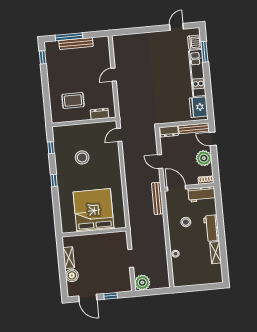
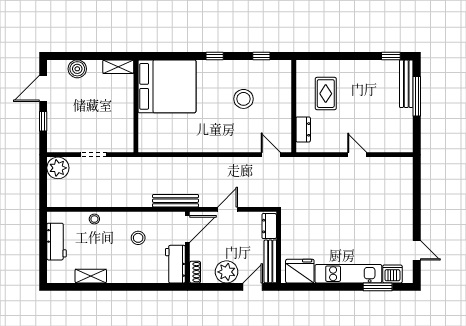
bench: (76, 43) -> (406, 84), moved
bed: (94, 210) -> (167, 86), moved
workbench: (211, 228) -> (57, 242), moved, turned 90
shelving: (69, 258) -> (118, 67), moved

